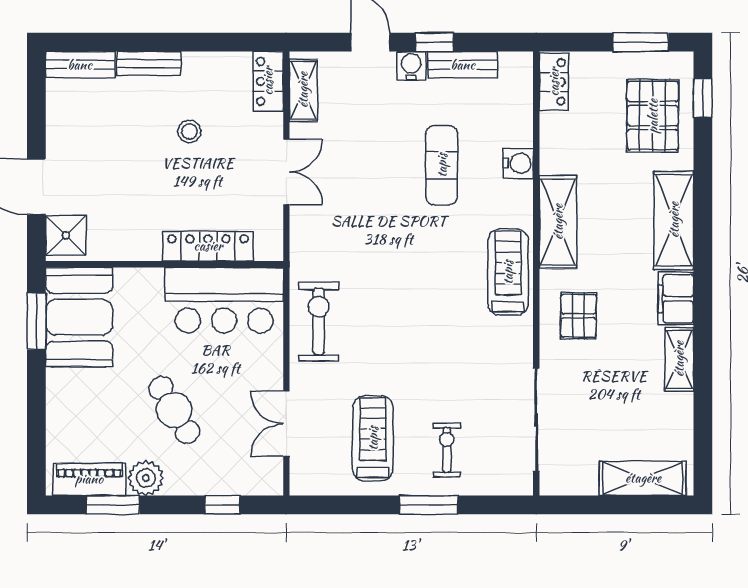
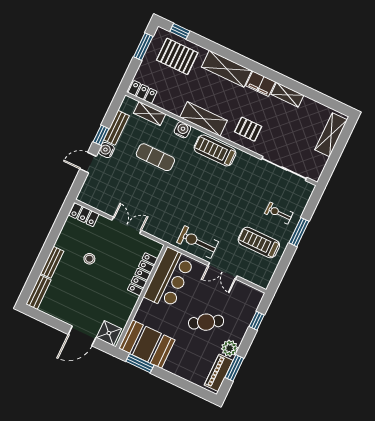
shelving: (303, 90) -> (150, 114), moved
water cooler: (518, 163) -> (182, 130), moved
double door: (286, 424) -> (222, 271), moved

